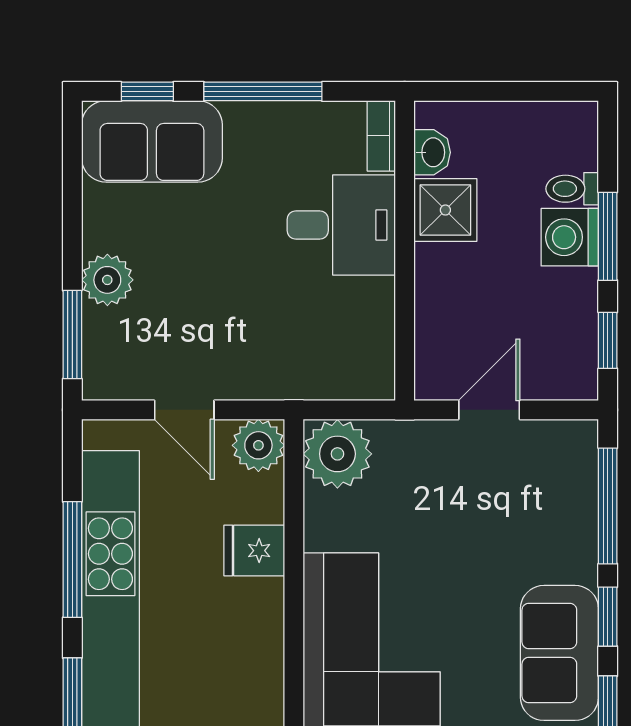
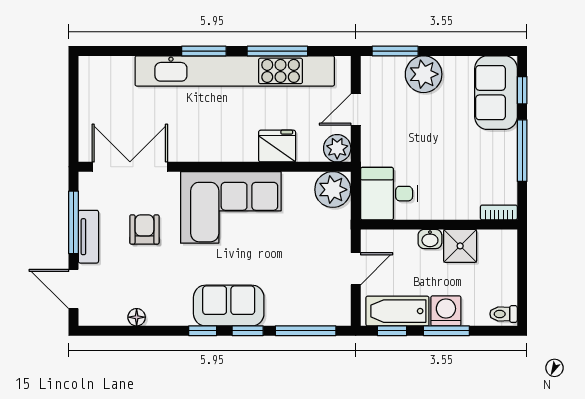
washbasin: (432, 152) -> (430, 239), moved
toilet: (572, 189) -> (504, 314), moved, turned -90
desk: (341, 225) -> (389, 194), moved, turned 90
plant: (107, 280) -> (424, 74), width x1.36, depth x1.36
bathtub: (570, 330) -> (397, 311), added
door: (489, 410) -> (356, 269), hinge flipped
fridge: (254, 551) -> (277, 146), width x1.38

